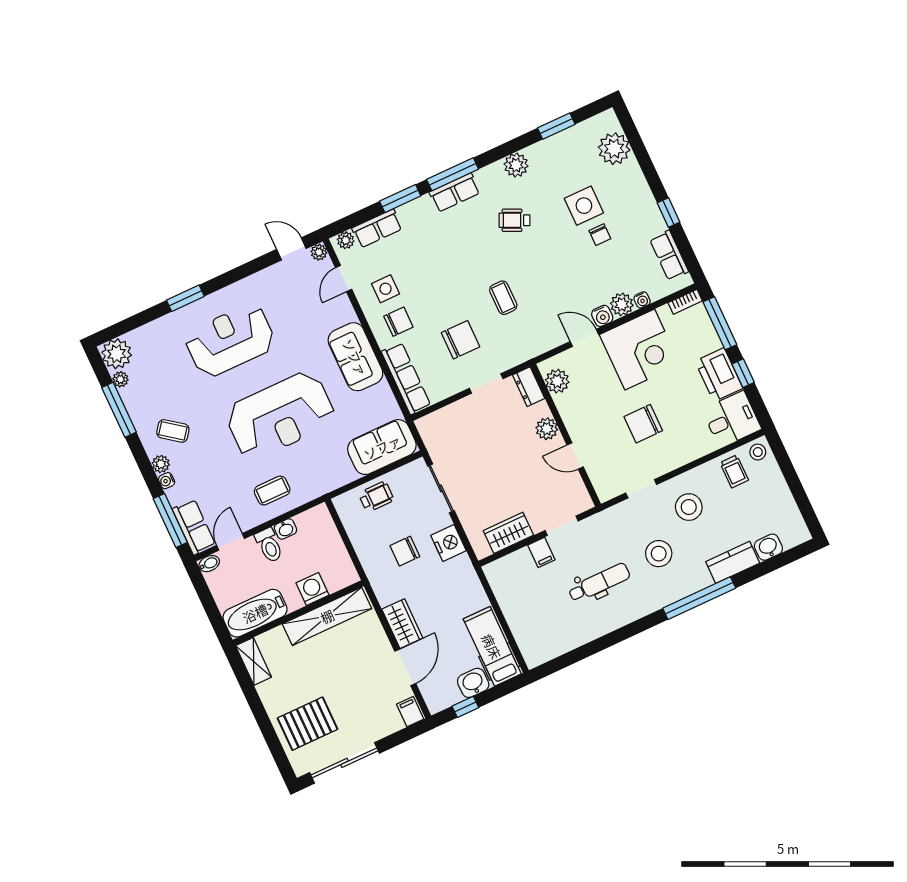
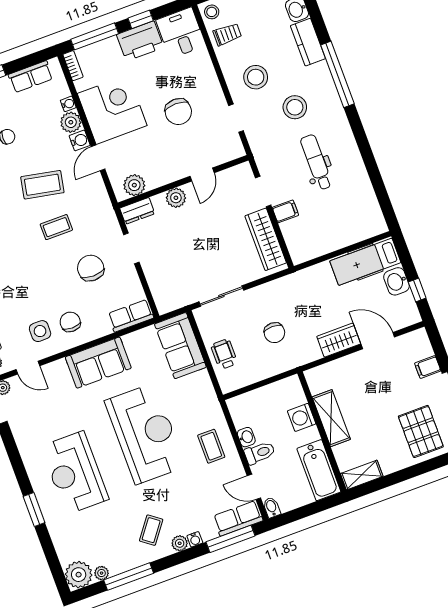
coffee table: (549, 278) -> (42, 185), added
row of seats: (406, 379) -> (131, 316), width x0.68
wardrobe: (508, 533) -> (266, 239), width x1.50
nightstand: (449, 543) -> (270, 293), removed
shelving: (327, 616) -> (331, 418), width x0.68
filing cabinet: (410, 712) -> (428, 367), moved

